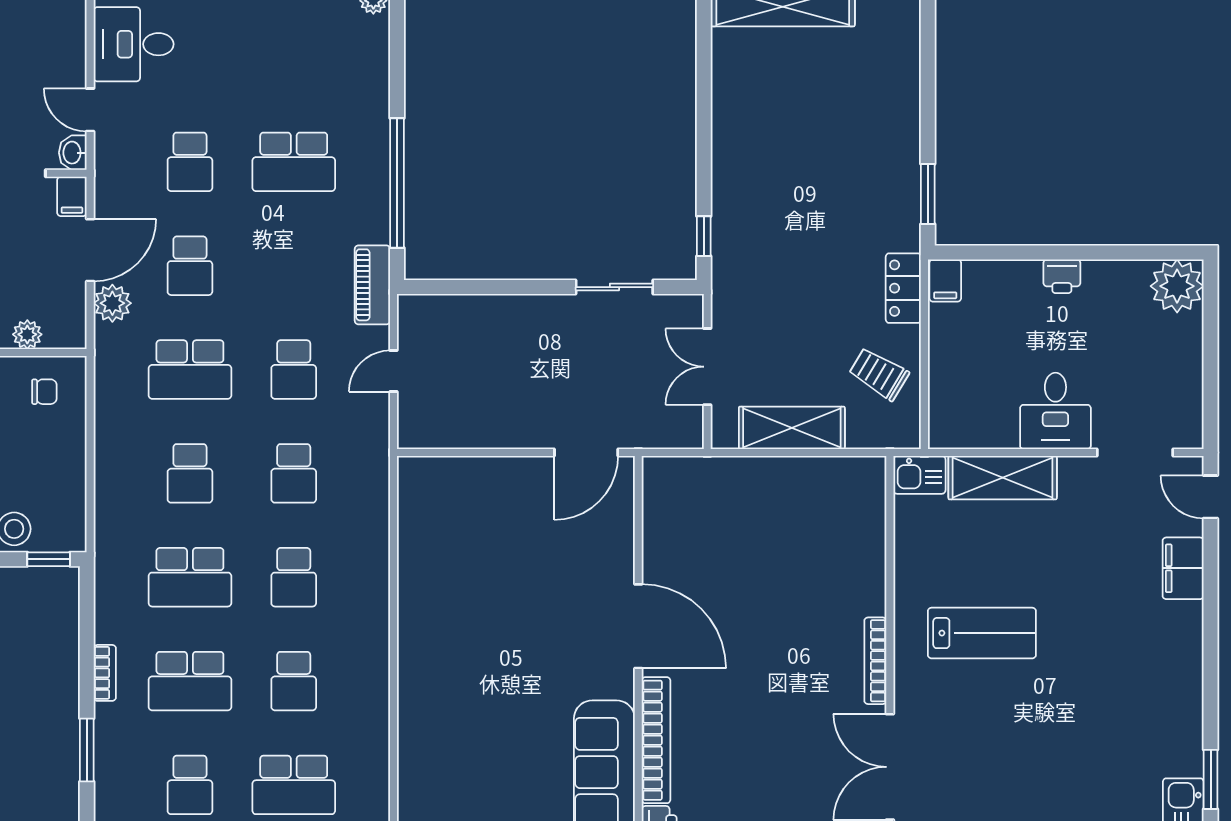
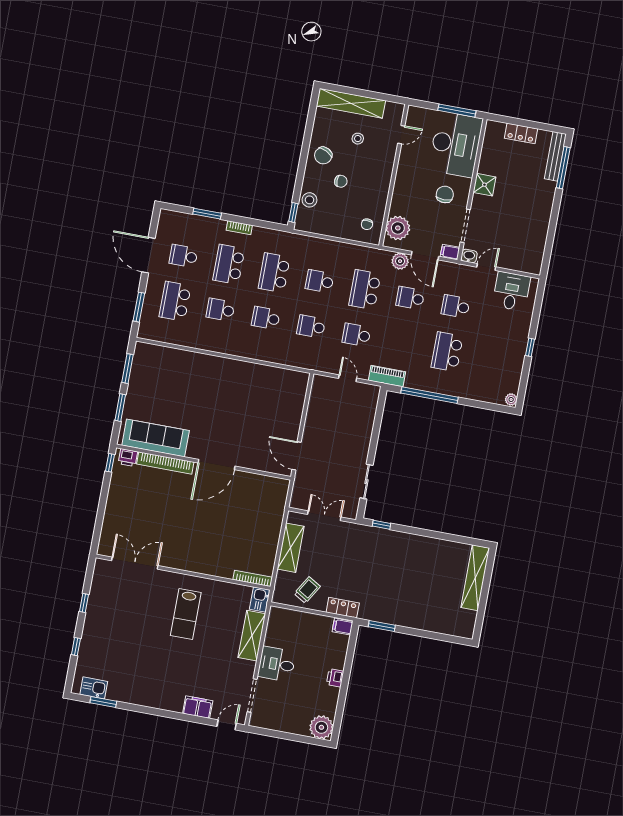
plant: (27, 334) -> (398, 228), width x1.88, depth x1.88
bookcase: (875, 661) -> (253, 578), moved

